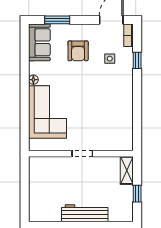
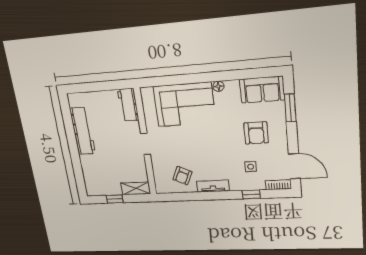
armchair: (78, 51) -> (256, 133), turned -90
tv unit: (127, 95) -> (213, 186), added
armchair: (116, 123) -> (182, 176), added
workbench: (44, 164) -> (128, 105), added
workbench: (85, 213) -> (83, 131), moved

